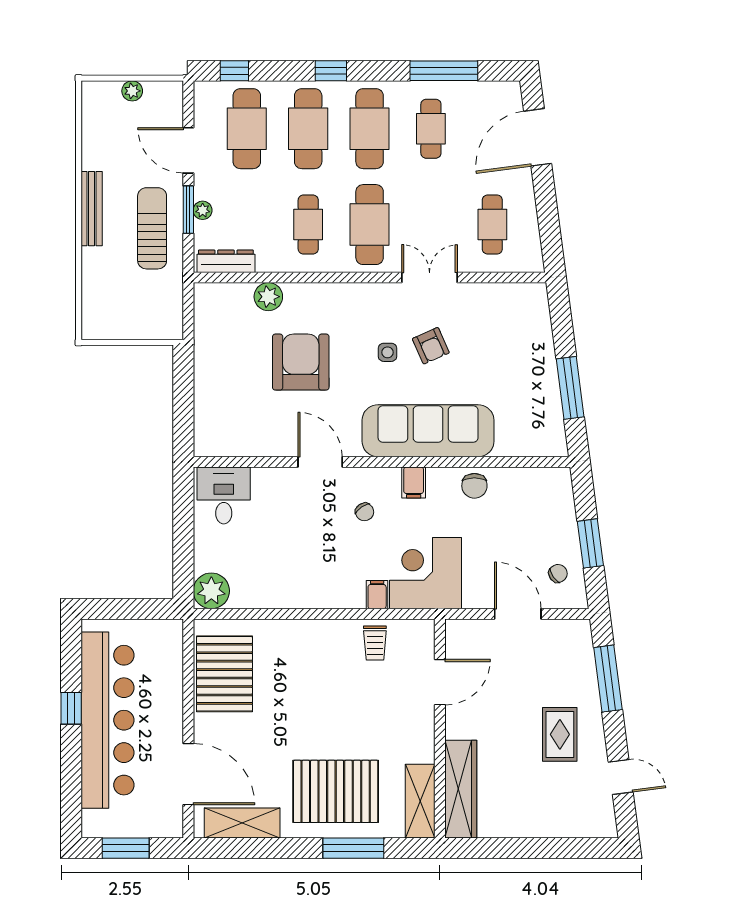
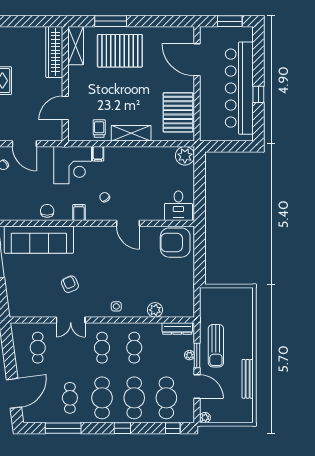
plant: (132, 91) -> (205, 418), moved
bench: (92, 209) -> (248, 379), moved
cafe table: (370, 225) -> (102, 348), width x0.73, depth x0.74
side table: (388, 352) -> (116, 306), moved
armchair: (301, 362) -> (175, 243), moved, turned 90
sofa: (428, 431) -> (39, 240), moved
shelving: (242, 823) -> (131, 133), moved

